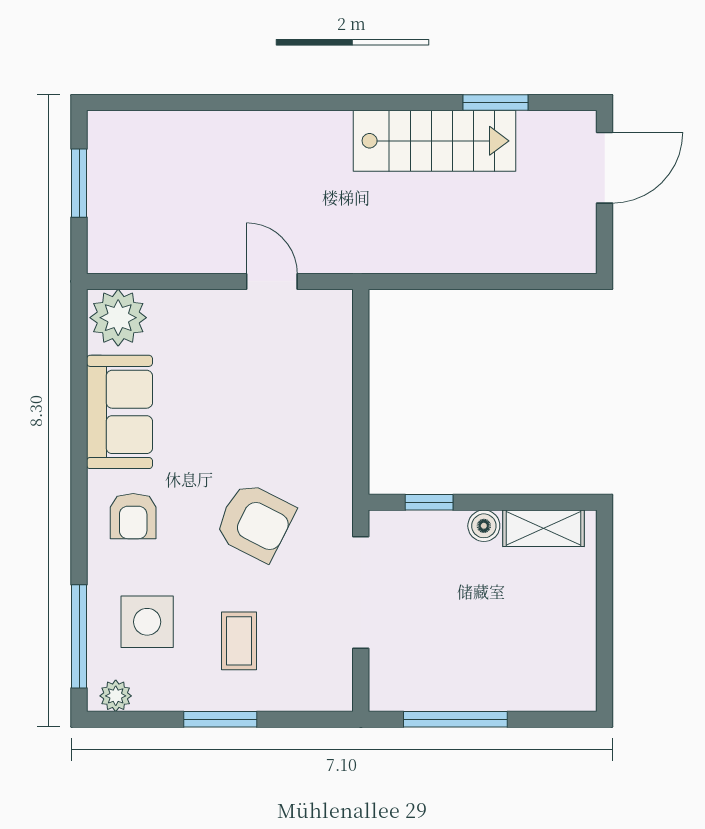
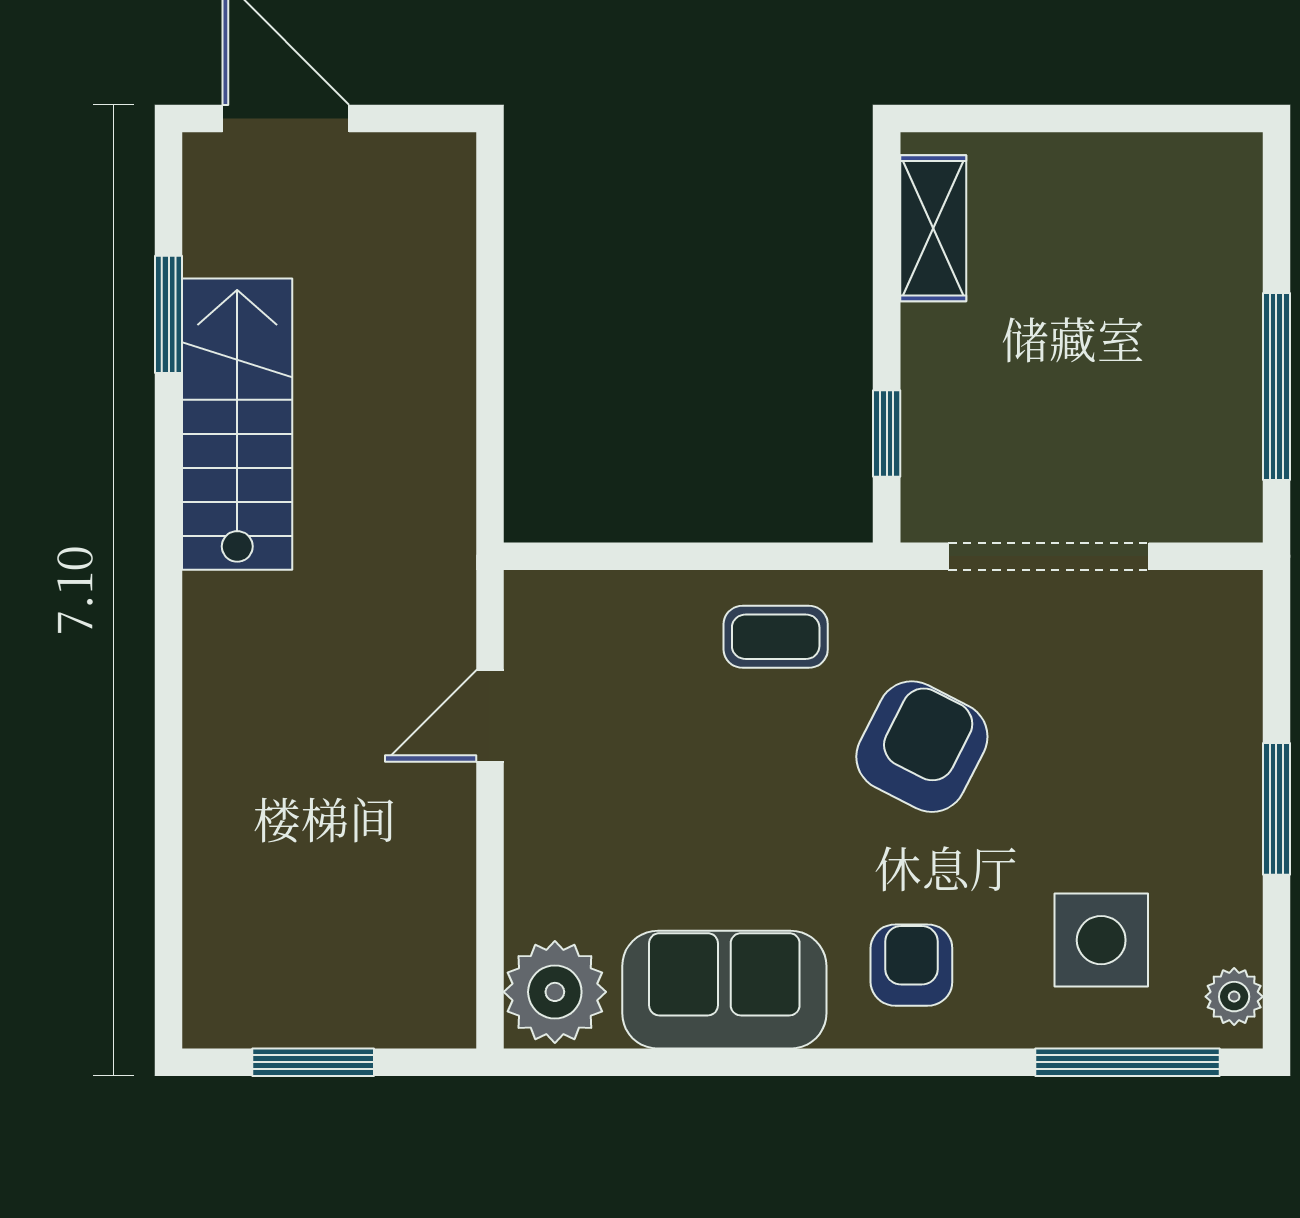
armchair: (133, 516) -> (911, 965), turned -90
boiler: (484, 526) -> (929, 335), removed
coffee table: (239, 641) -> (776, 637), moved

